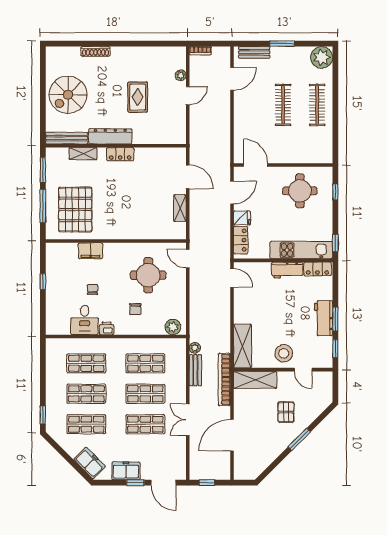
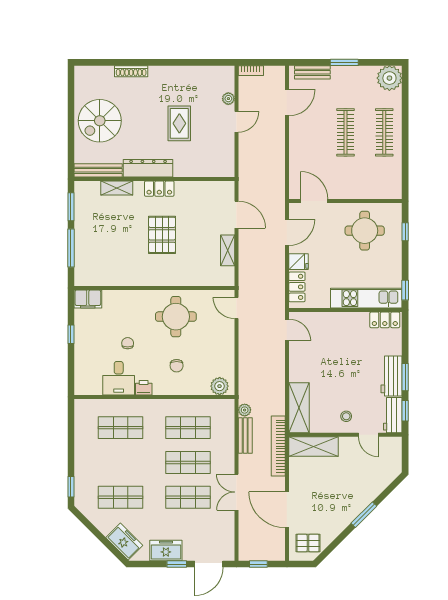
pallet: (75, 209) -> (162, 235), moved, width x0.73, depth x0.71
filing cabinet: (91, 251) -> (88, 299), moved
workbench: (287, 270) -> (393, 415), moved, turned 90
round table: (148, 275) -> (176, 317), moved
stool: (284, 353) -> (346, 416), width x0.53, depth x0.53
shop shelf: (86, 394) -> (121, 462), removed
pallet: (286, 412) -> (308, 543), moved, turned 90
door: (232, 435) -> (287, 510), hinge flipped
door: (163, 483) -> (209, 564), hinge flipped

